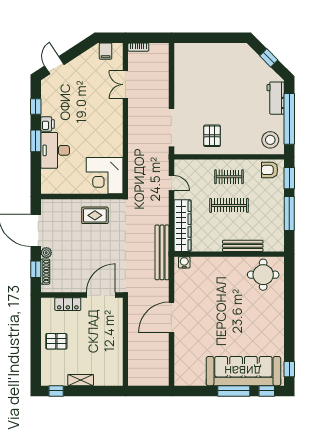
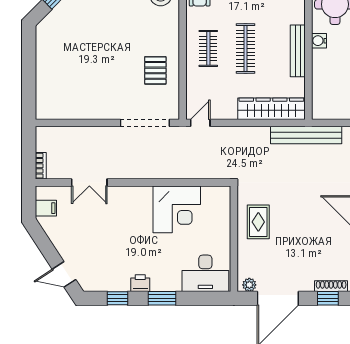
pallet: (212, 136) -> (155, 70), turned 90
desk: (55, 150) -> (205, 273), moved
corner desk: (105, 176) -> (177, 209), moved
door: (171, 183) -> (200, 123), moved
bench: (243, 246) -> (298, 51), moved
plant: (46, 253) -> (249, 285), moved
water cooler: (184, 262) -> (319, 41), moved

